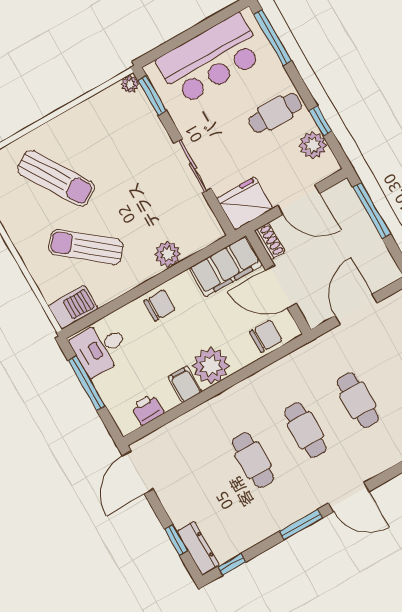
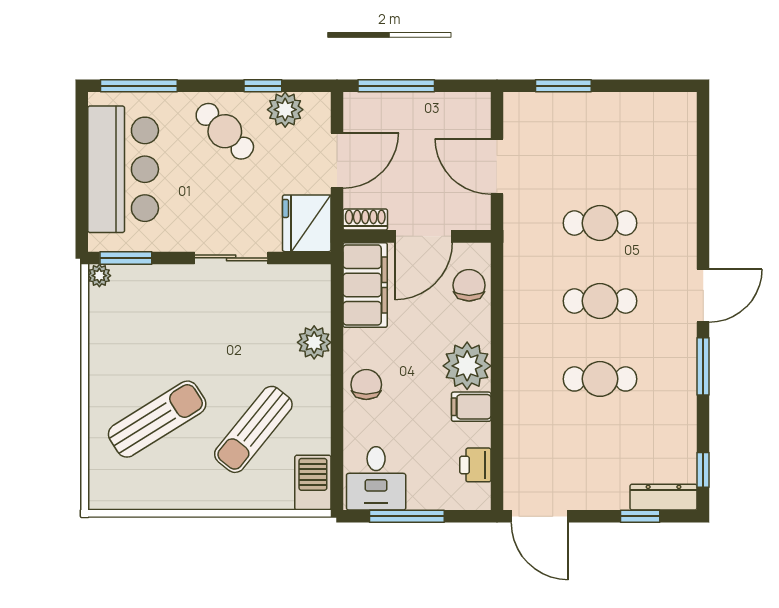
cafe table: (275, 113) -> (225, 131), turned -46

